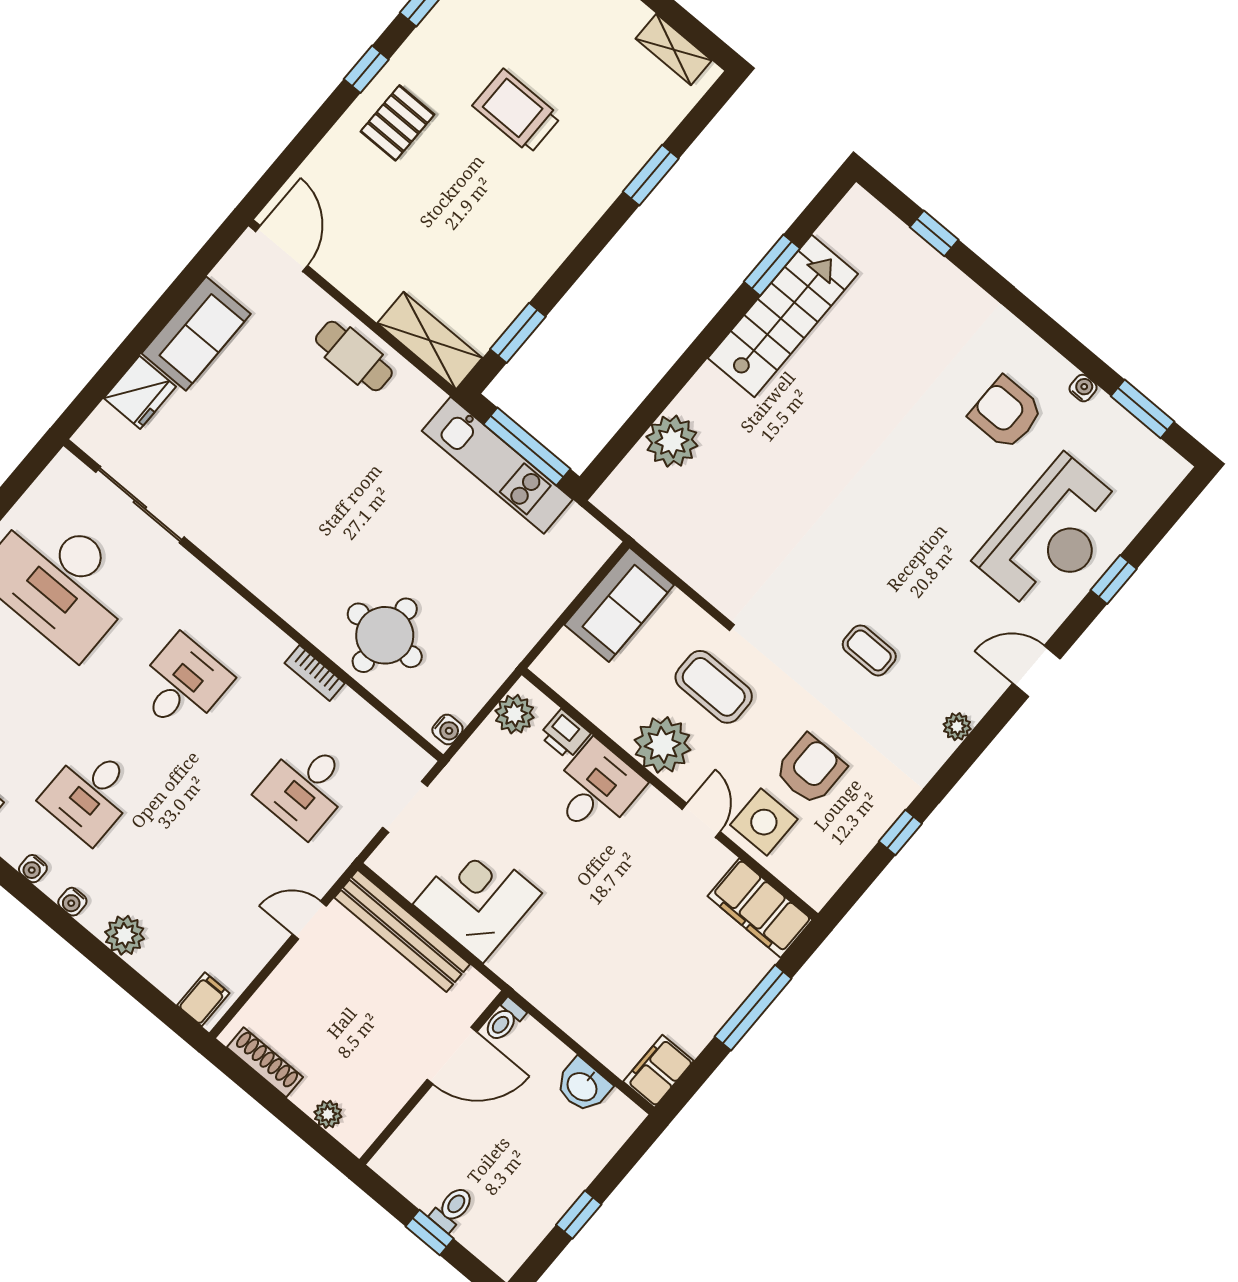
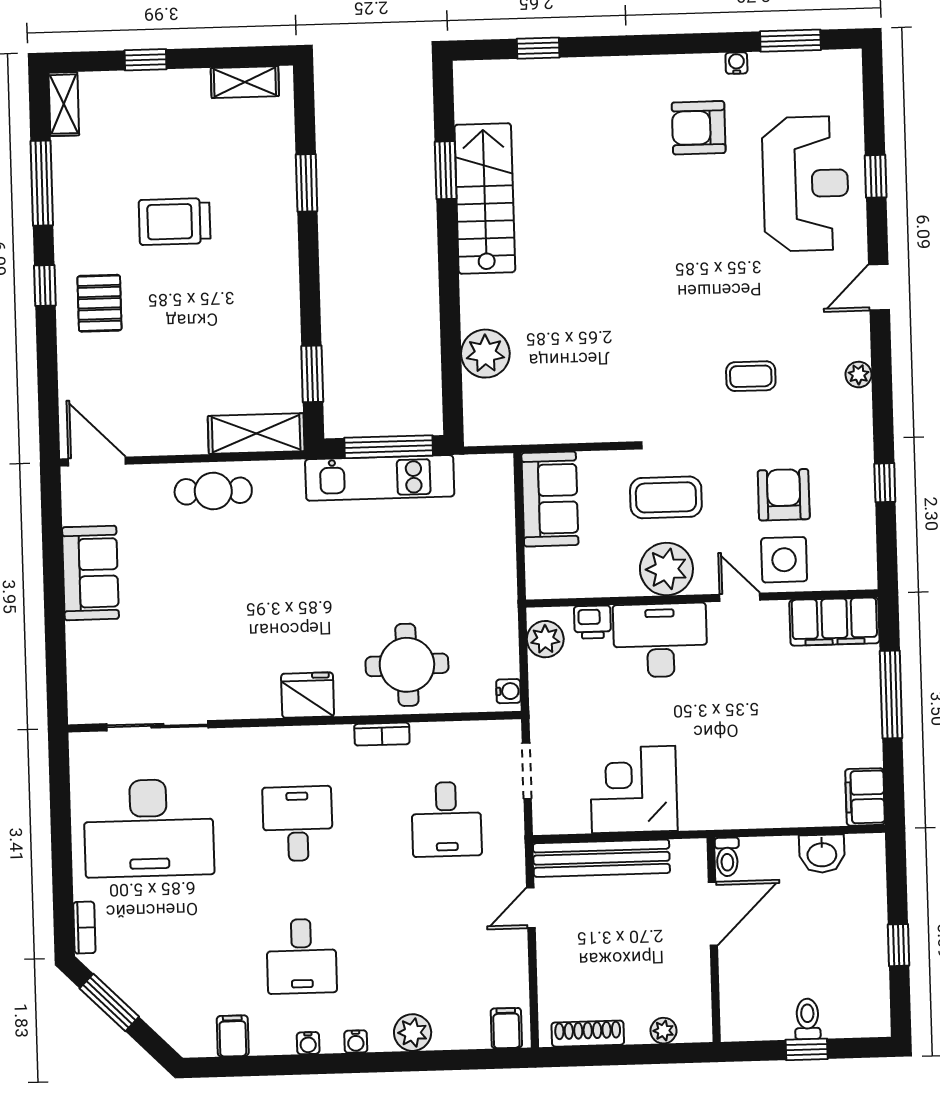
fridge: (140, 392) -> (308, 695), moved, turned -90
desk: (596, 789) -> (660, 640), width x1.37

